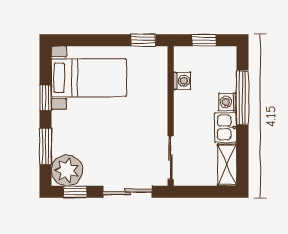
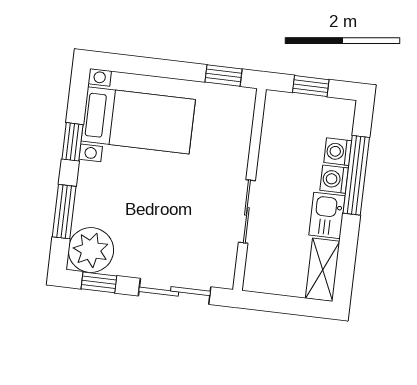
washing machine: (182, 81) -> (338, 152), moved, turned 180
sliding door: (171, 158) -> (247, 211), moved

